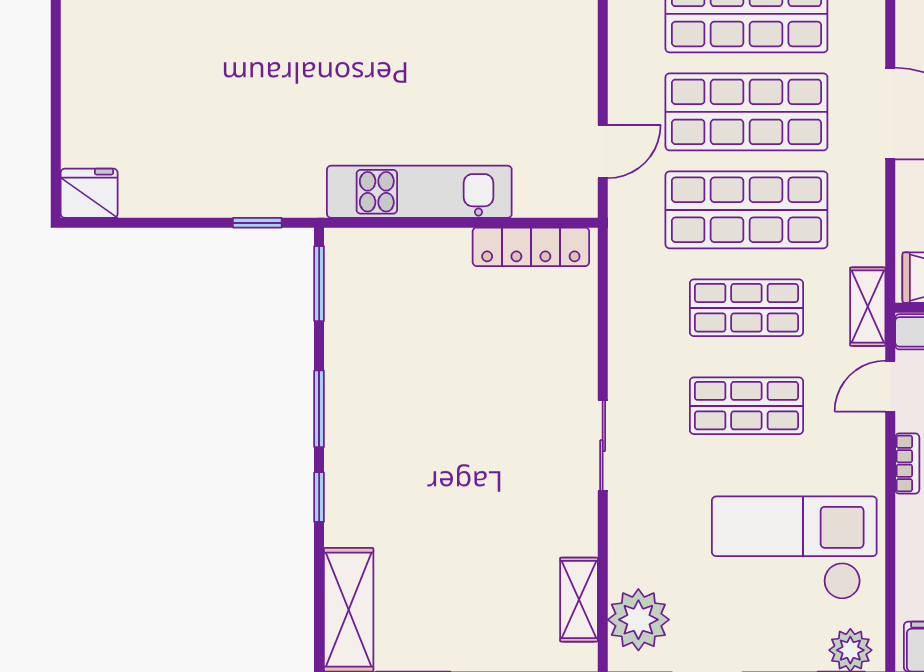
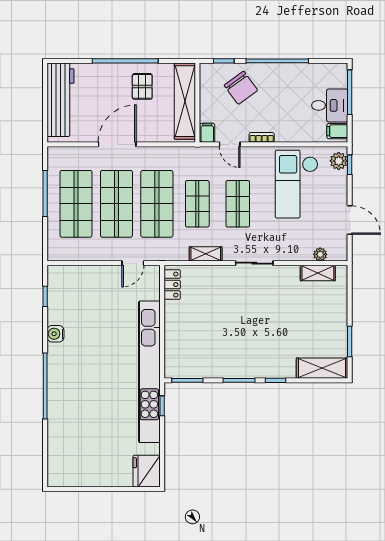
door: (603, 152) -> (133, 263), swing flipped
kitchen unit: (419, 192) -> (149, 372), width x1.86
fridge: (89, 193) -> (147, 471), width x1.36, depth x1.34
locker: (531, 247) -> (172, 285), width x0.66
shelving: (868, 307) -> (206, 254), moved
plant: (638, 620) -> (320, 254), width x0.53, depth x0.53

